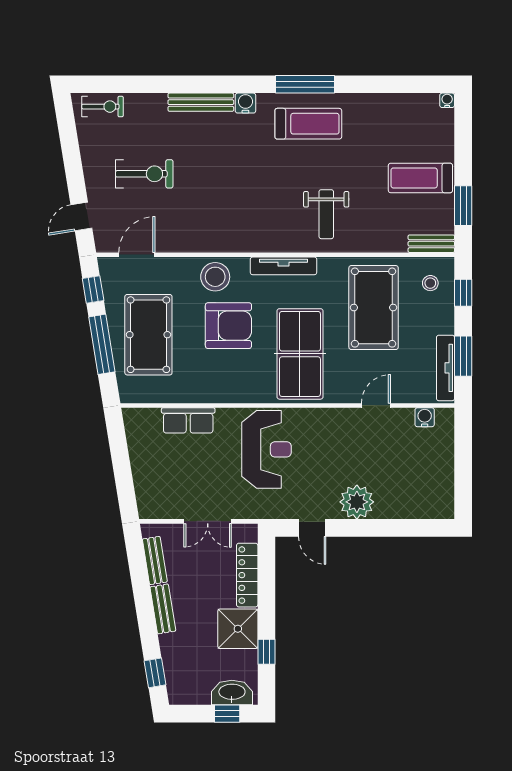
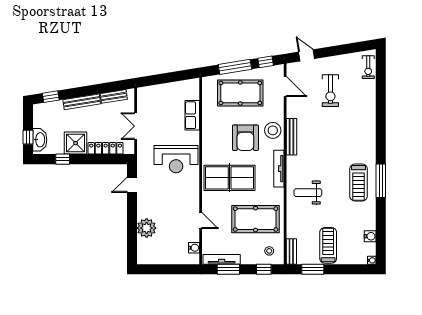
bench: (201, 102) -> (291, 137), moved
water cooler: (245, 103) -> (370, 236), moved
plant: (357, 502) -> (147, 228), moved
bench: (163, 609) -> (82, 102), width x1.36

